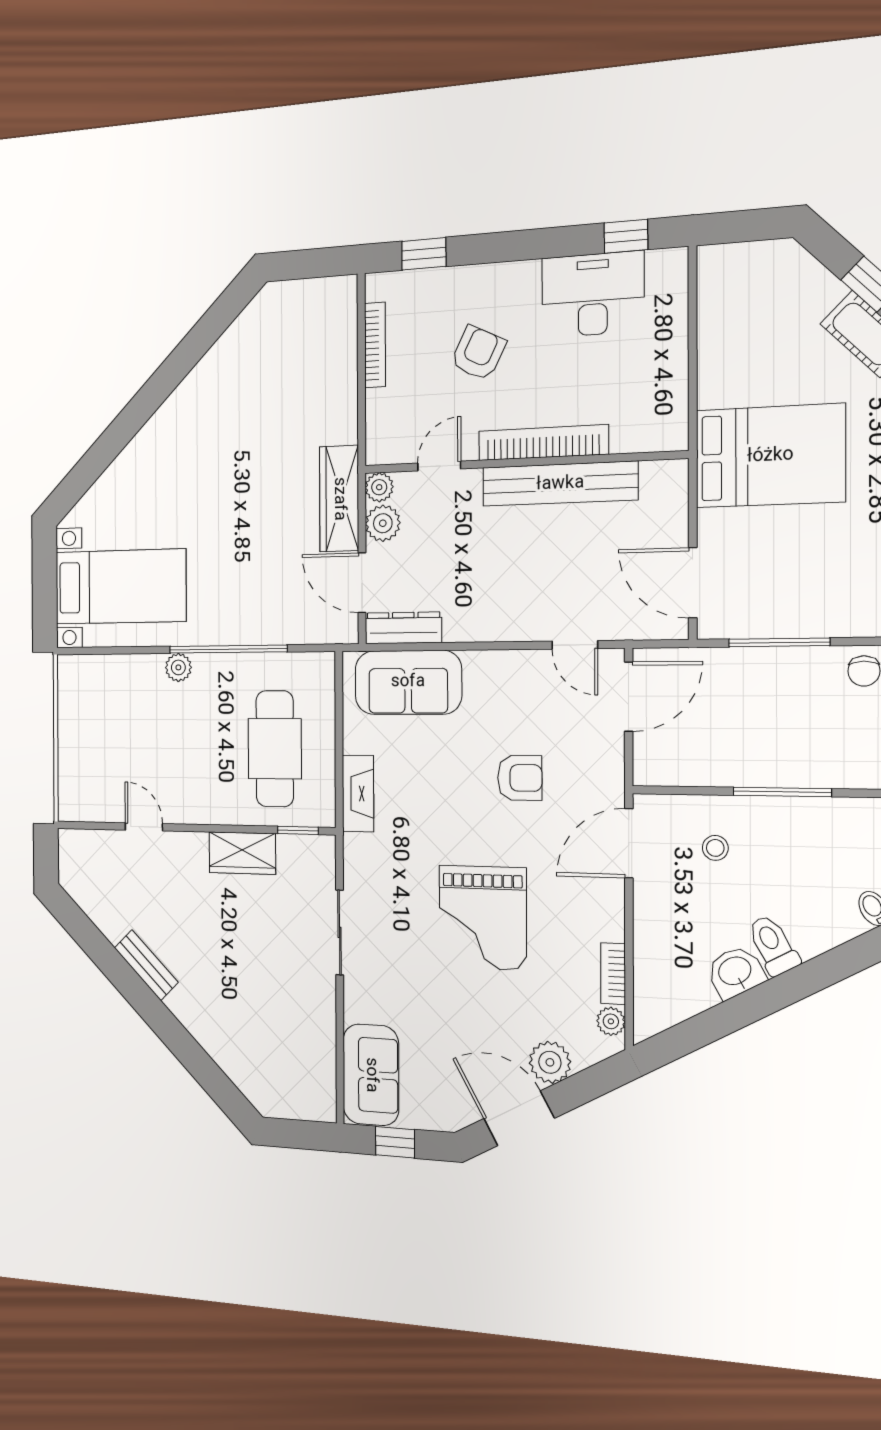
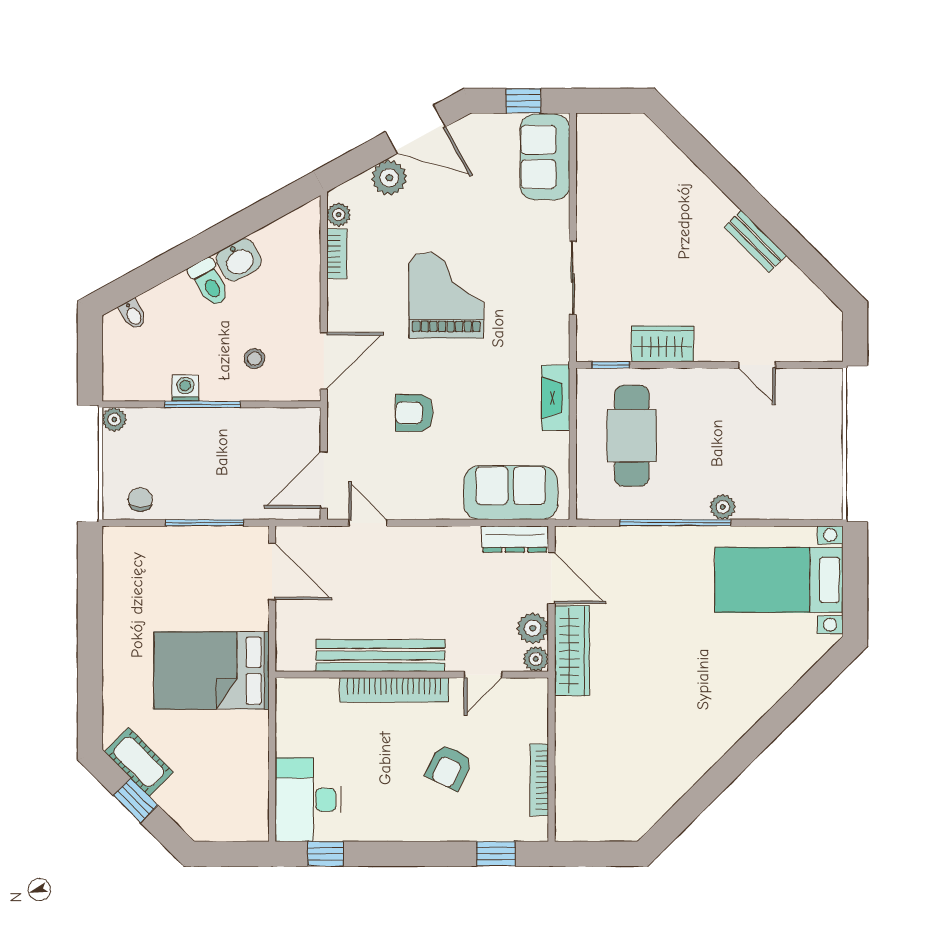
desk: (593, 294) -> (308, 800), moved, turned 90
washing machine: (804, 813) -> (185, 388), added

